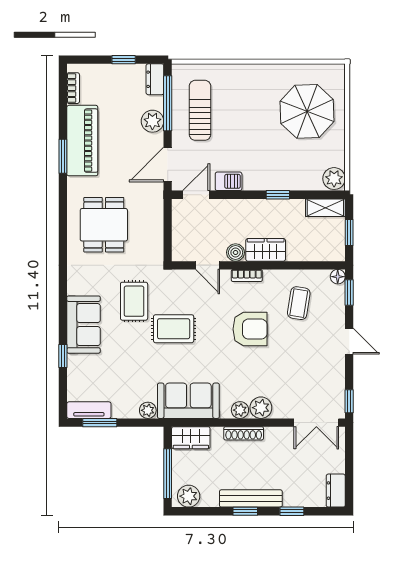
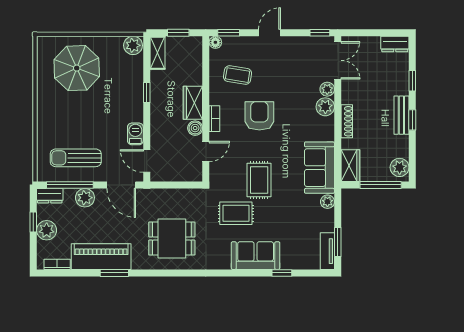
plant: (114, 75) -> (47, 230), added
plant: (240, 410) -> (327, 89), moved
bench: (251, 498) -> (401, 115), width x0.73

